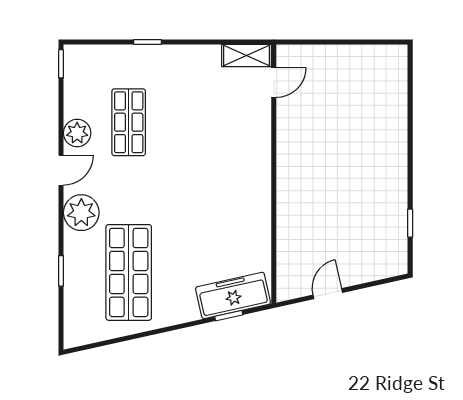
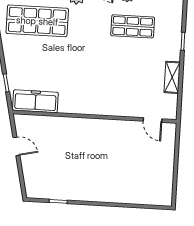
shelving: (247, 55) -> (172, 77), moved
freezer: (233, 295) -> (35, 101), moved, turned -78

